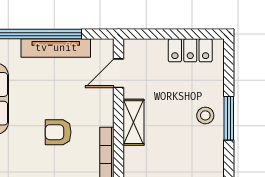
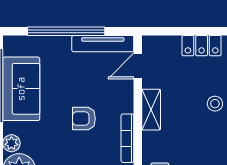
tv unit: (56, 48) -> (103, 44), moved

